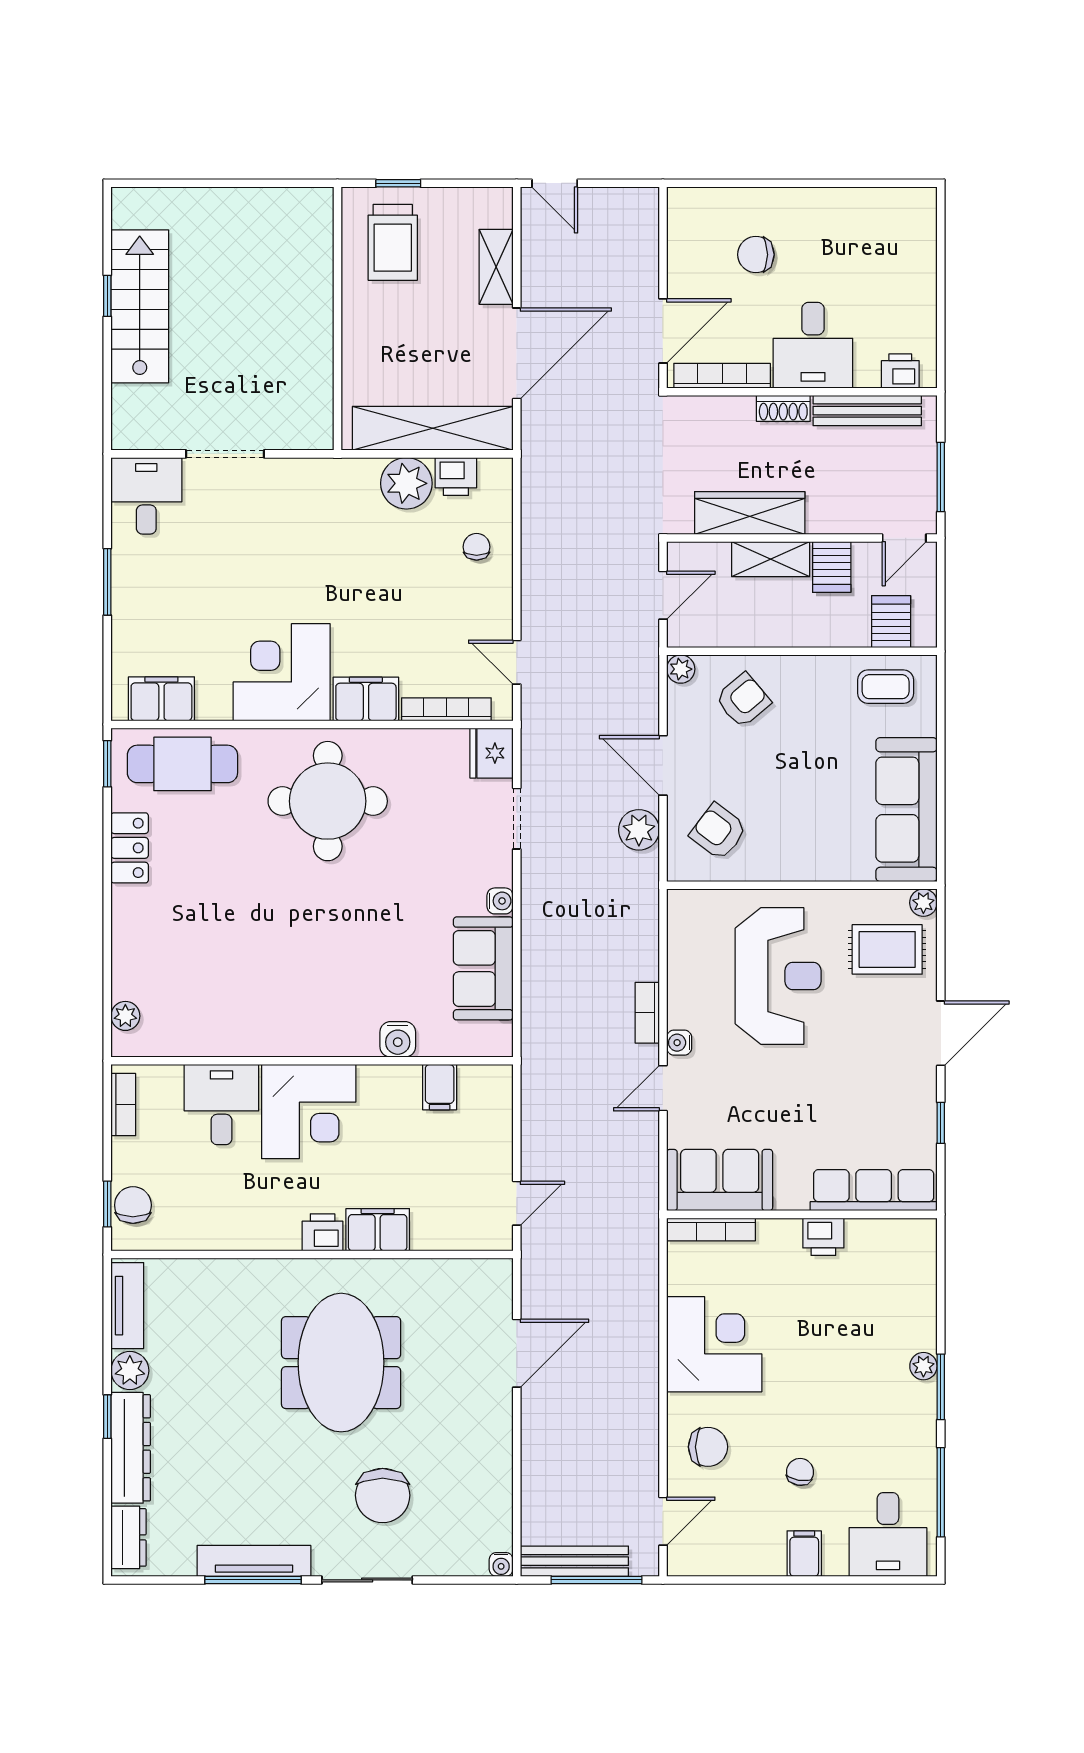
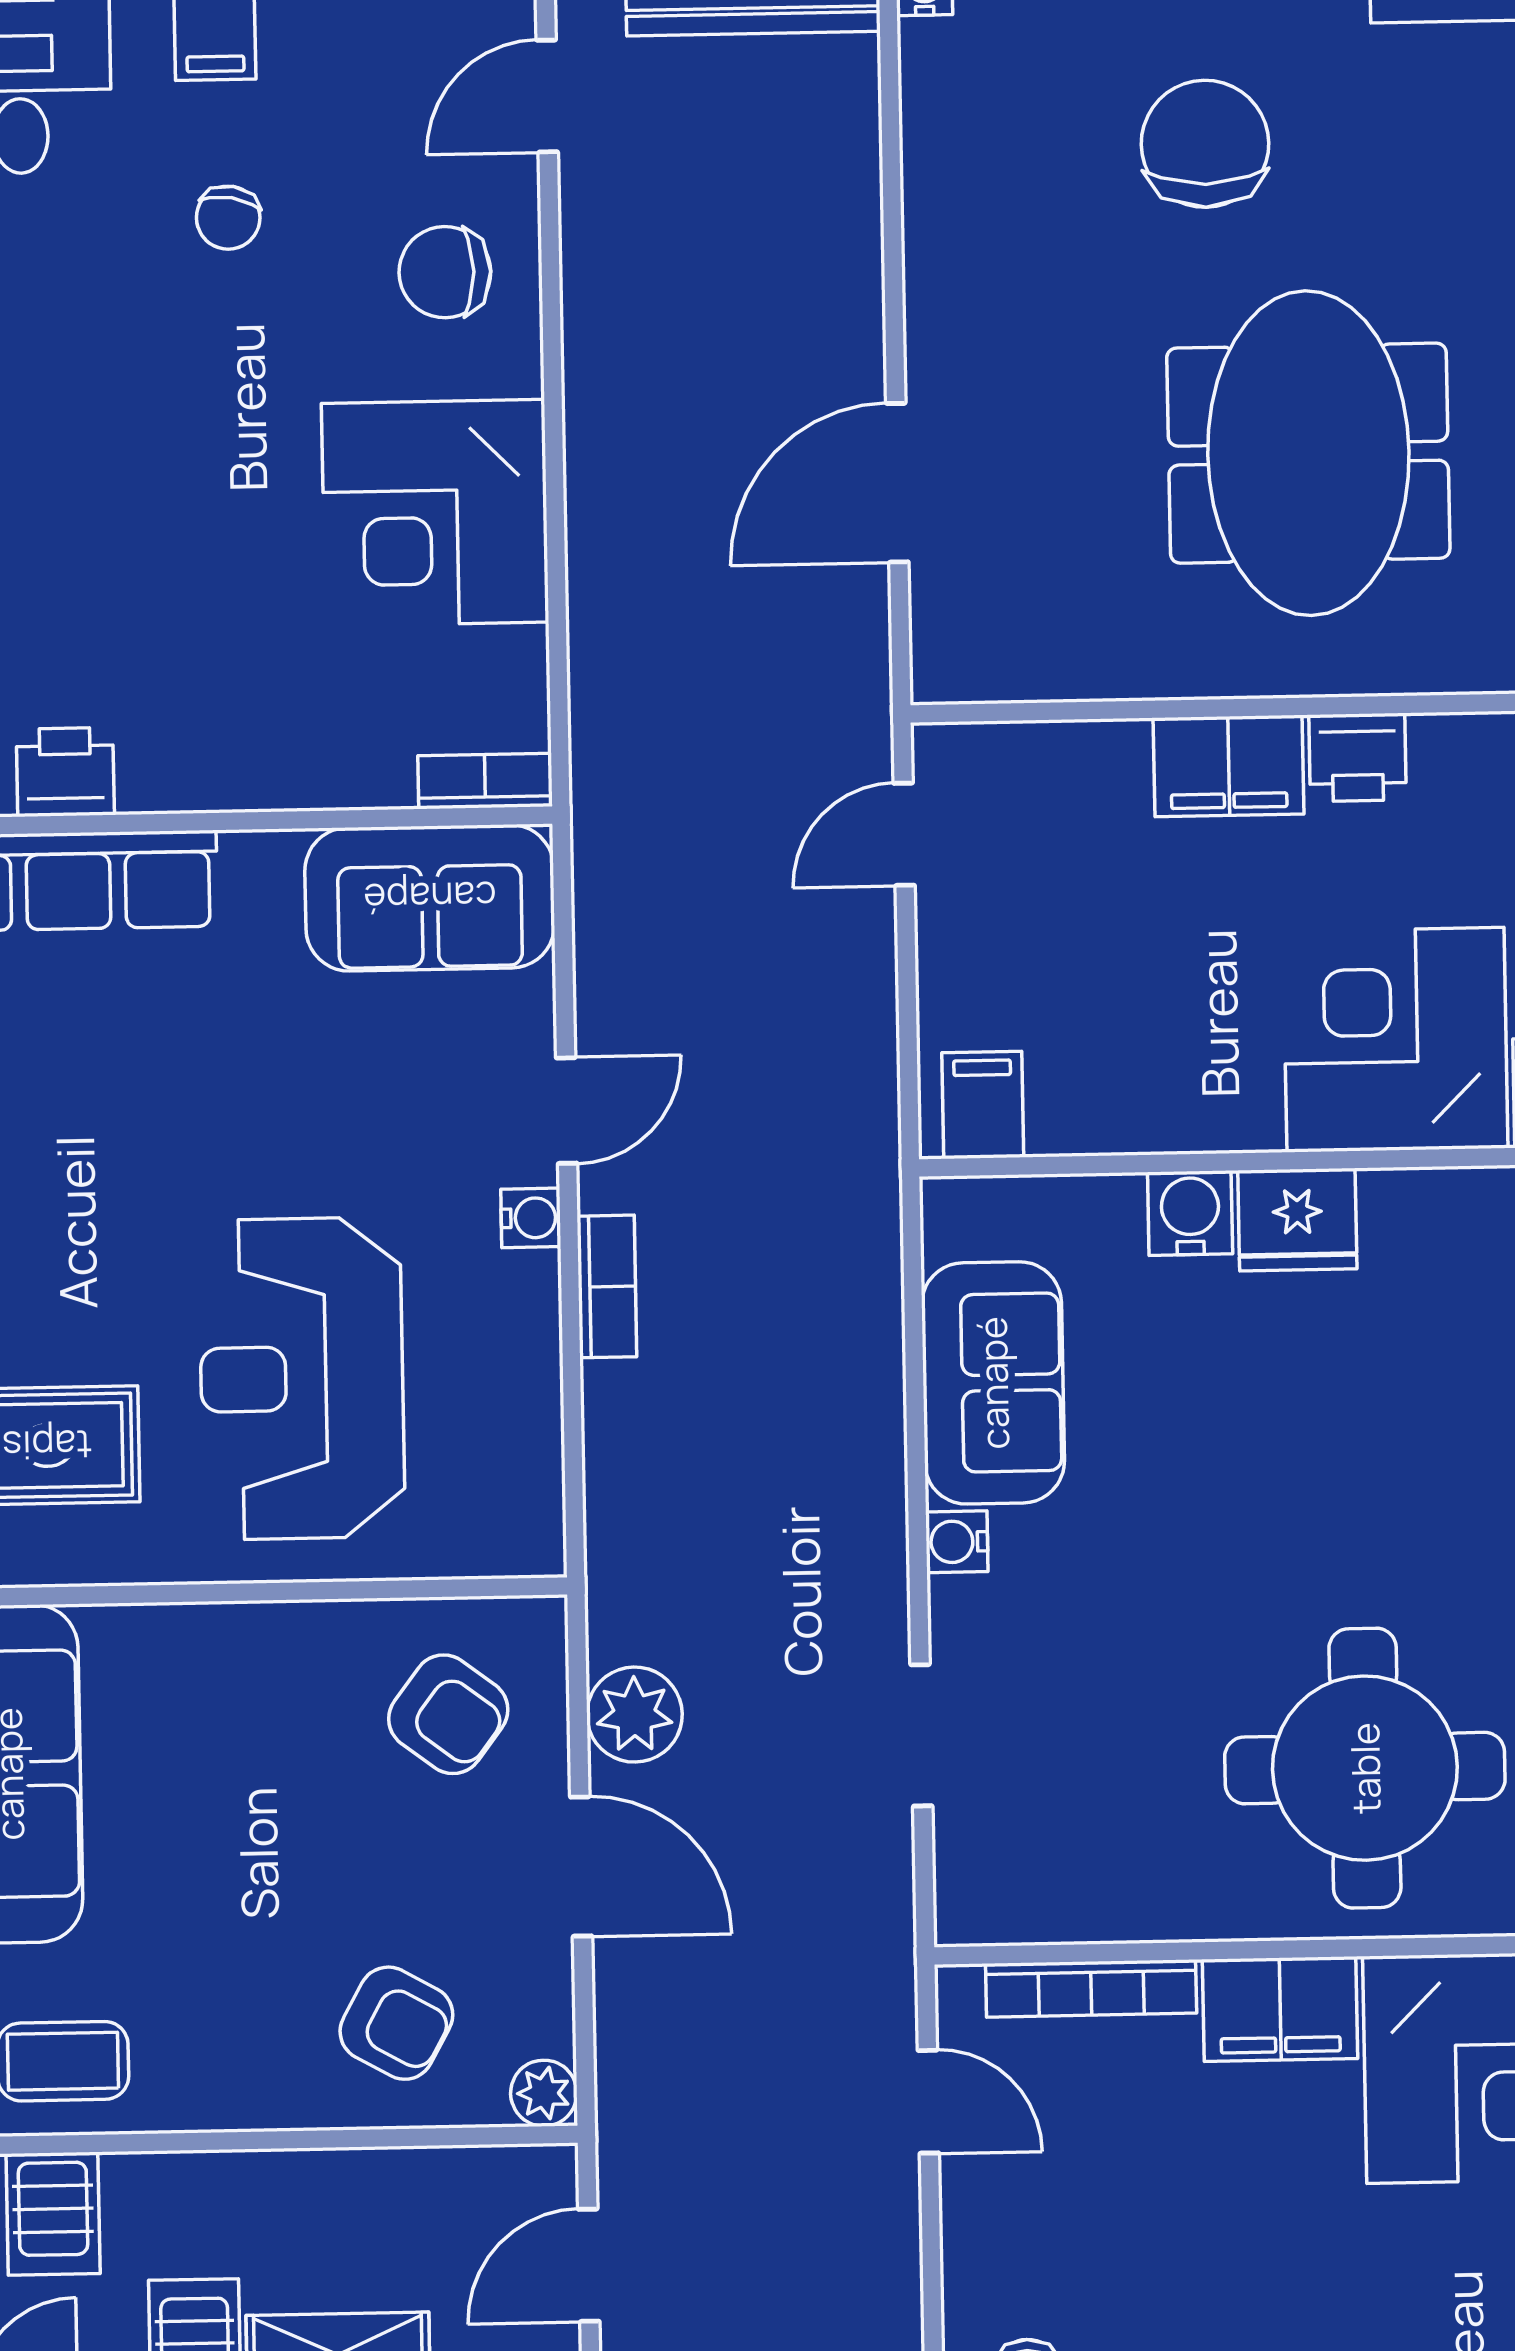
armchair: (743, 700) -> (396, 2023), turned -111
fridge: (491, 753) -> (1297, 1220), moved, turned 90
filing cabinet: (440, 1087) -> (983, 1105), moved
bookcase: (711, 1229) -> (485, 781), width x0.64
printer: (823, 1237) -> (65, 772), moved

